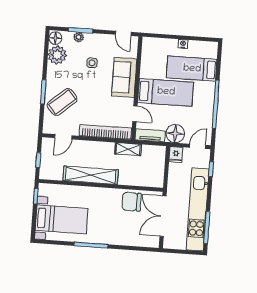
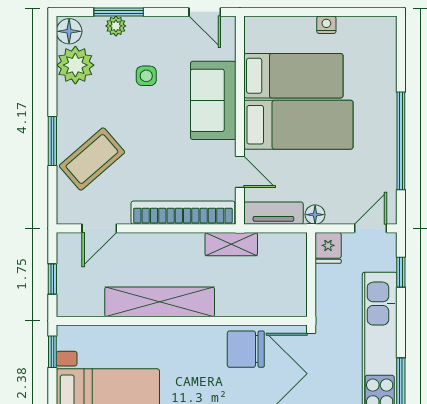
bed: (192, 69) -> (293, 76), moved, turned 180
floor lamp: (175, 134) -> (315, 215), width x0.53, depth x0.53

